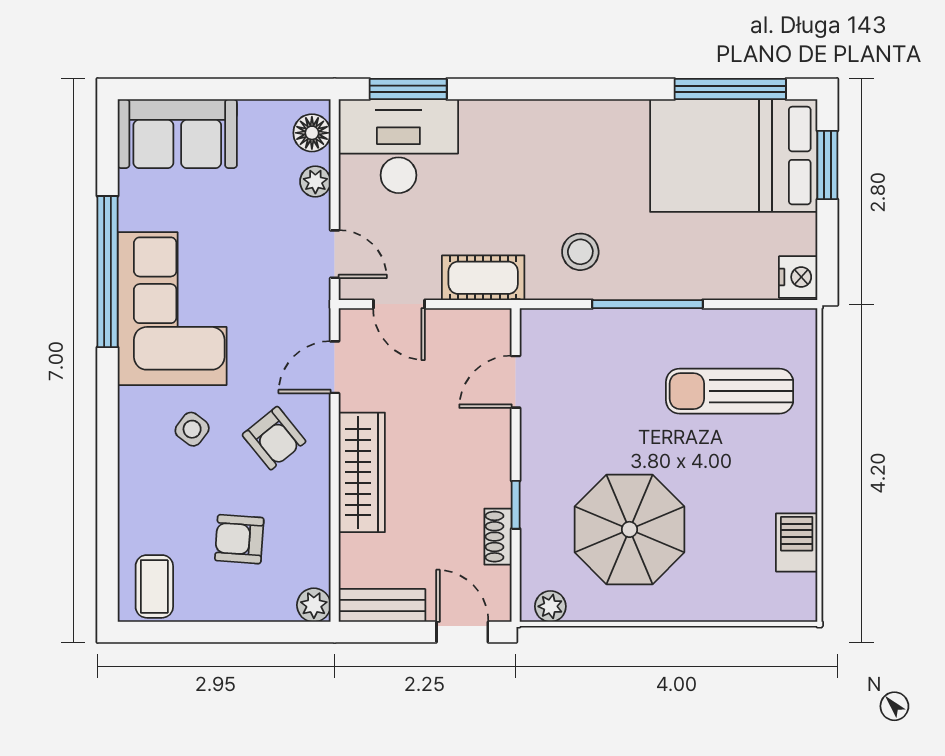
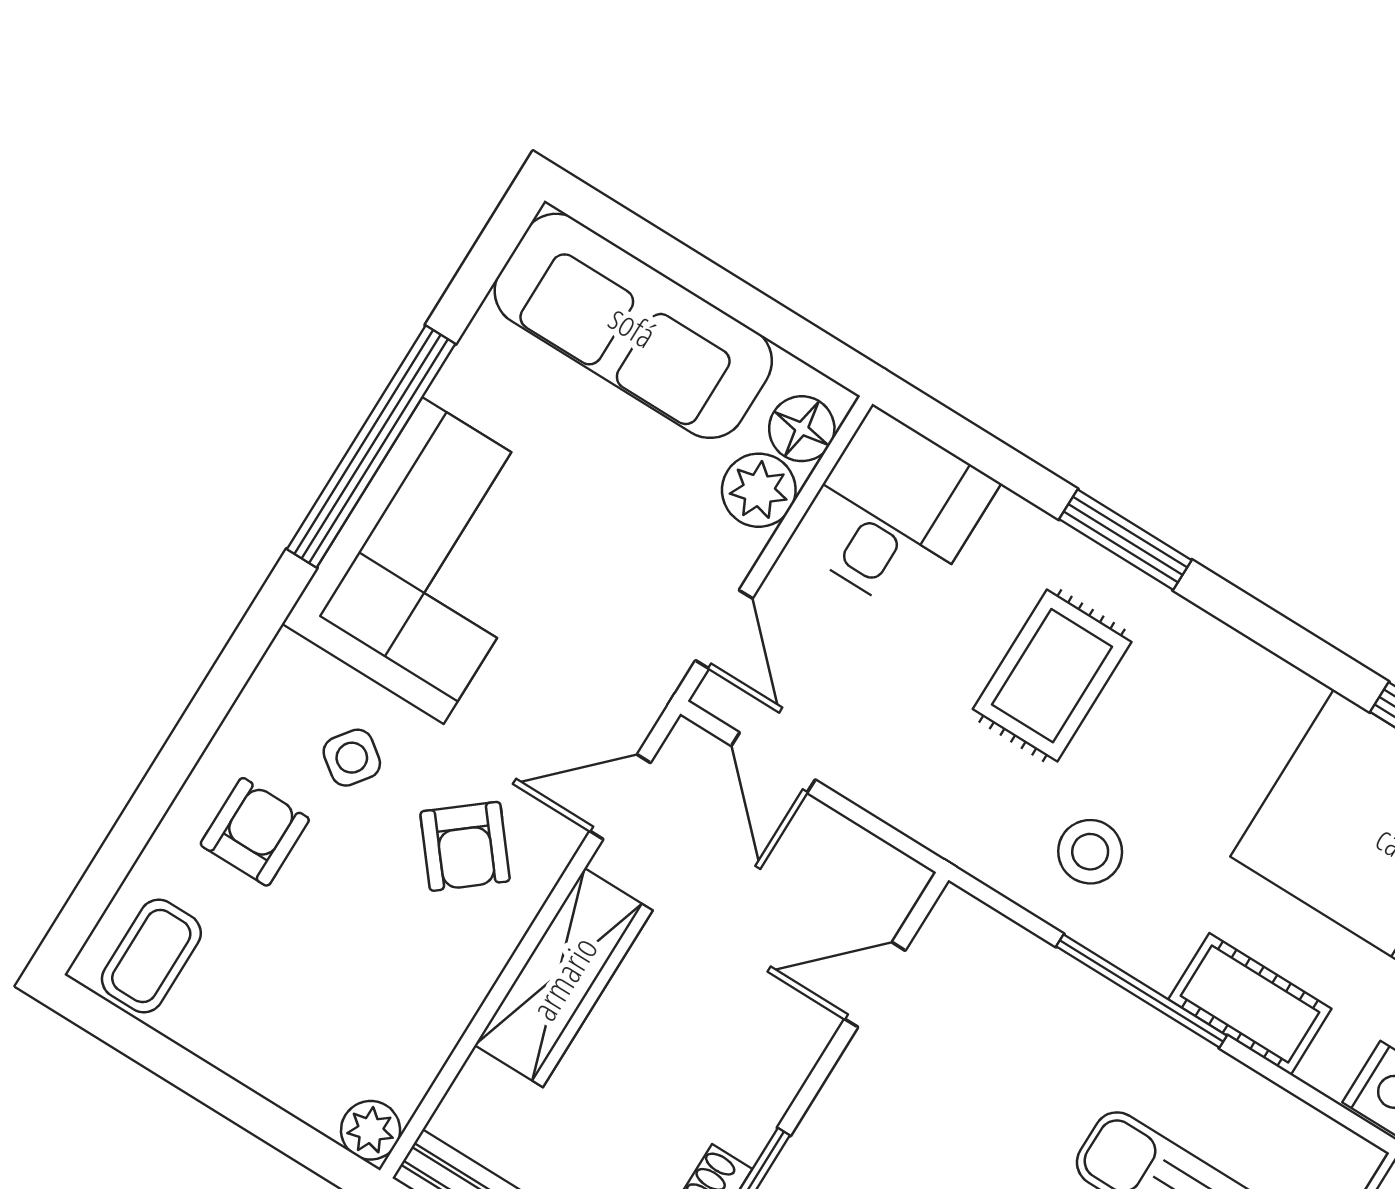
window: (408, 89) -> (1125, 540), moved
sofa: (177, 134) -> (633, 326), width x1.36
desk: (398, 146) -> (894, 513), width x0.73
rug: (509, 178) -> (1052, 676), added
plant: (315, 182) -> (759, 490), width x1.38, depth x1.38
cot: (483, 278) -> (1250, 1004), moved
armchair: (239, 539) -> (255, 832), moved, turned 86

